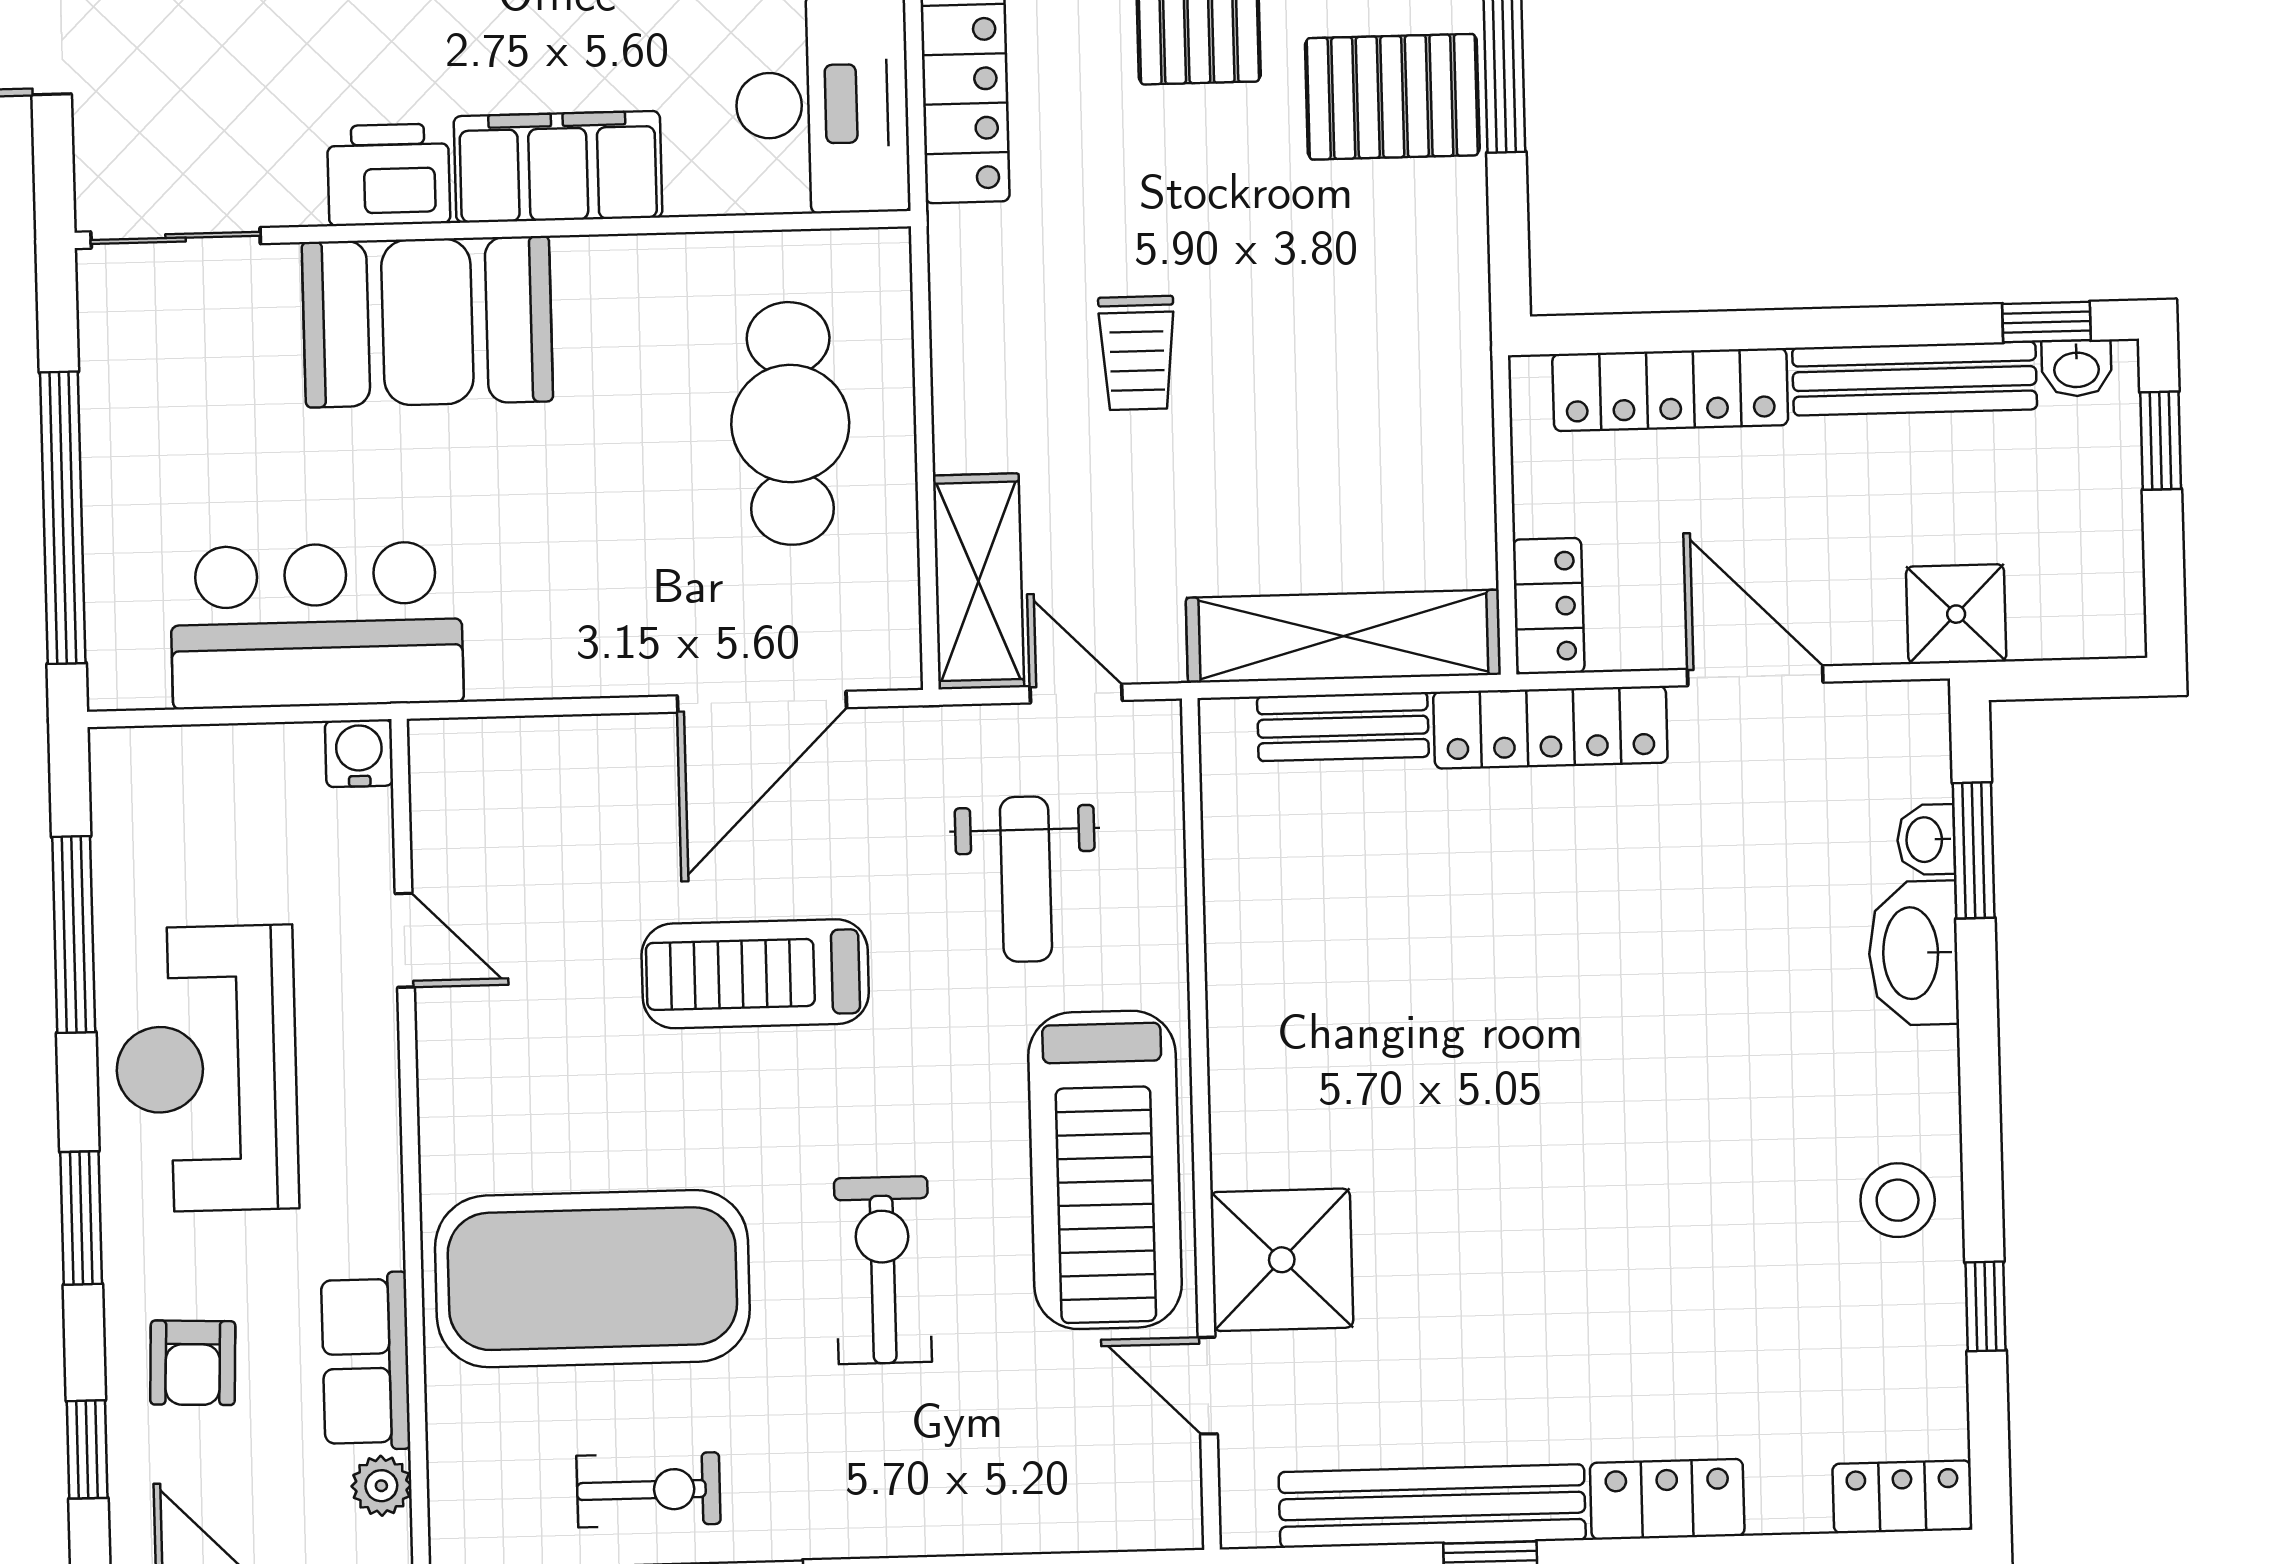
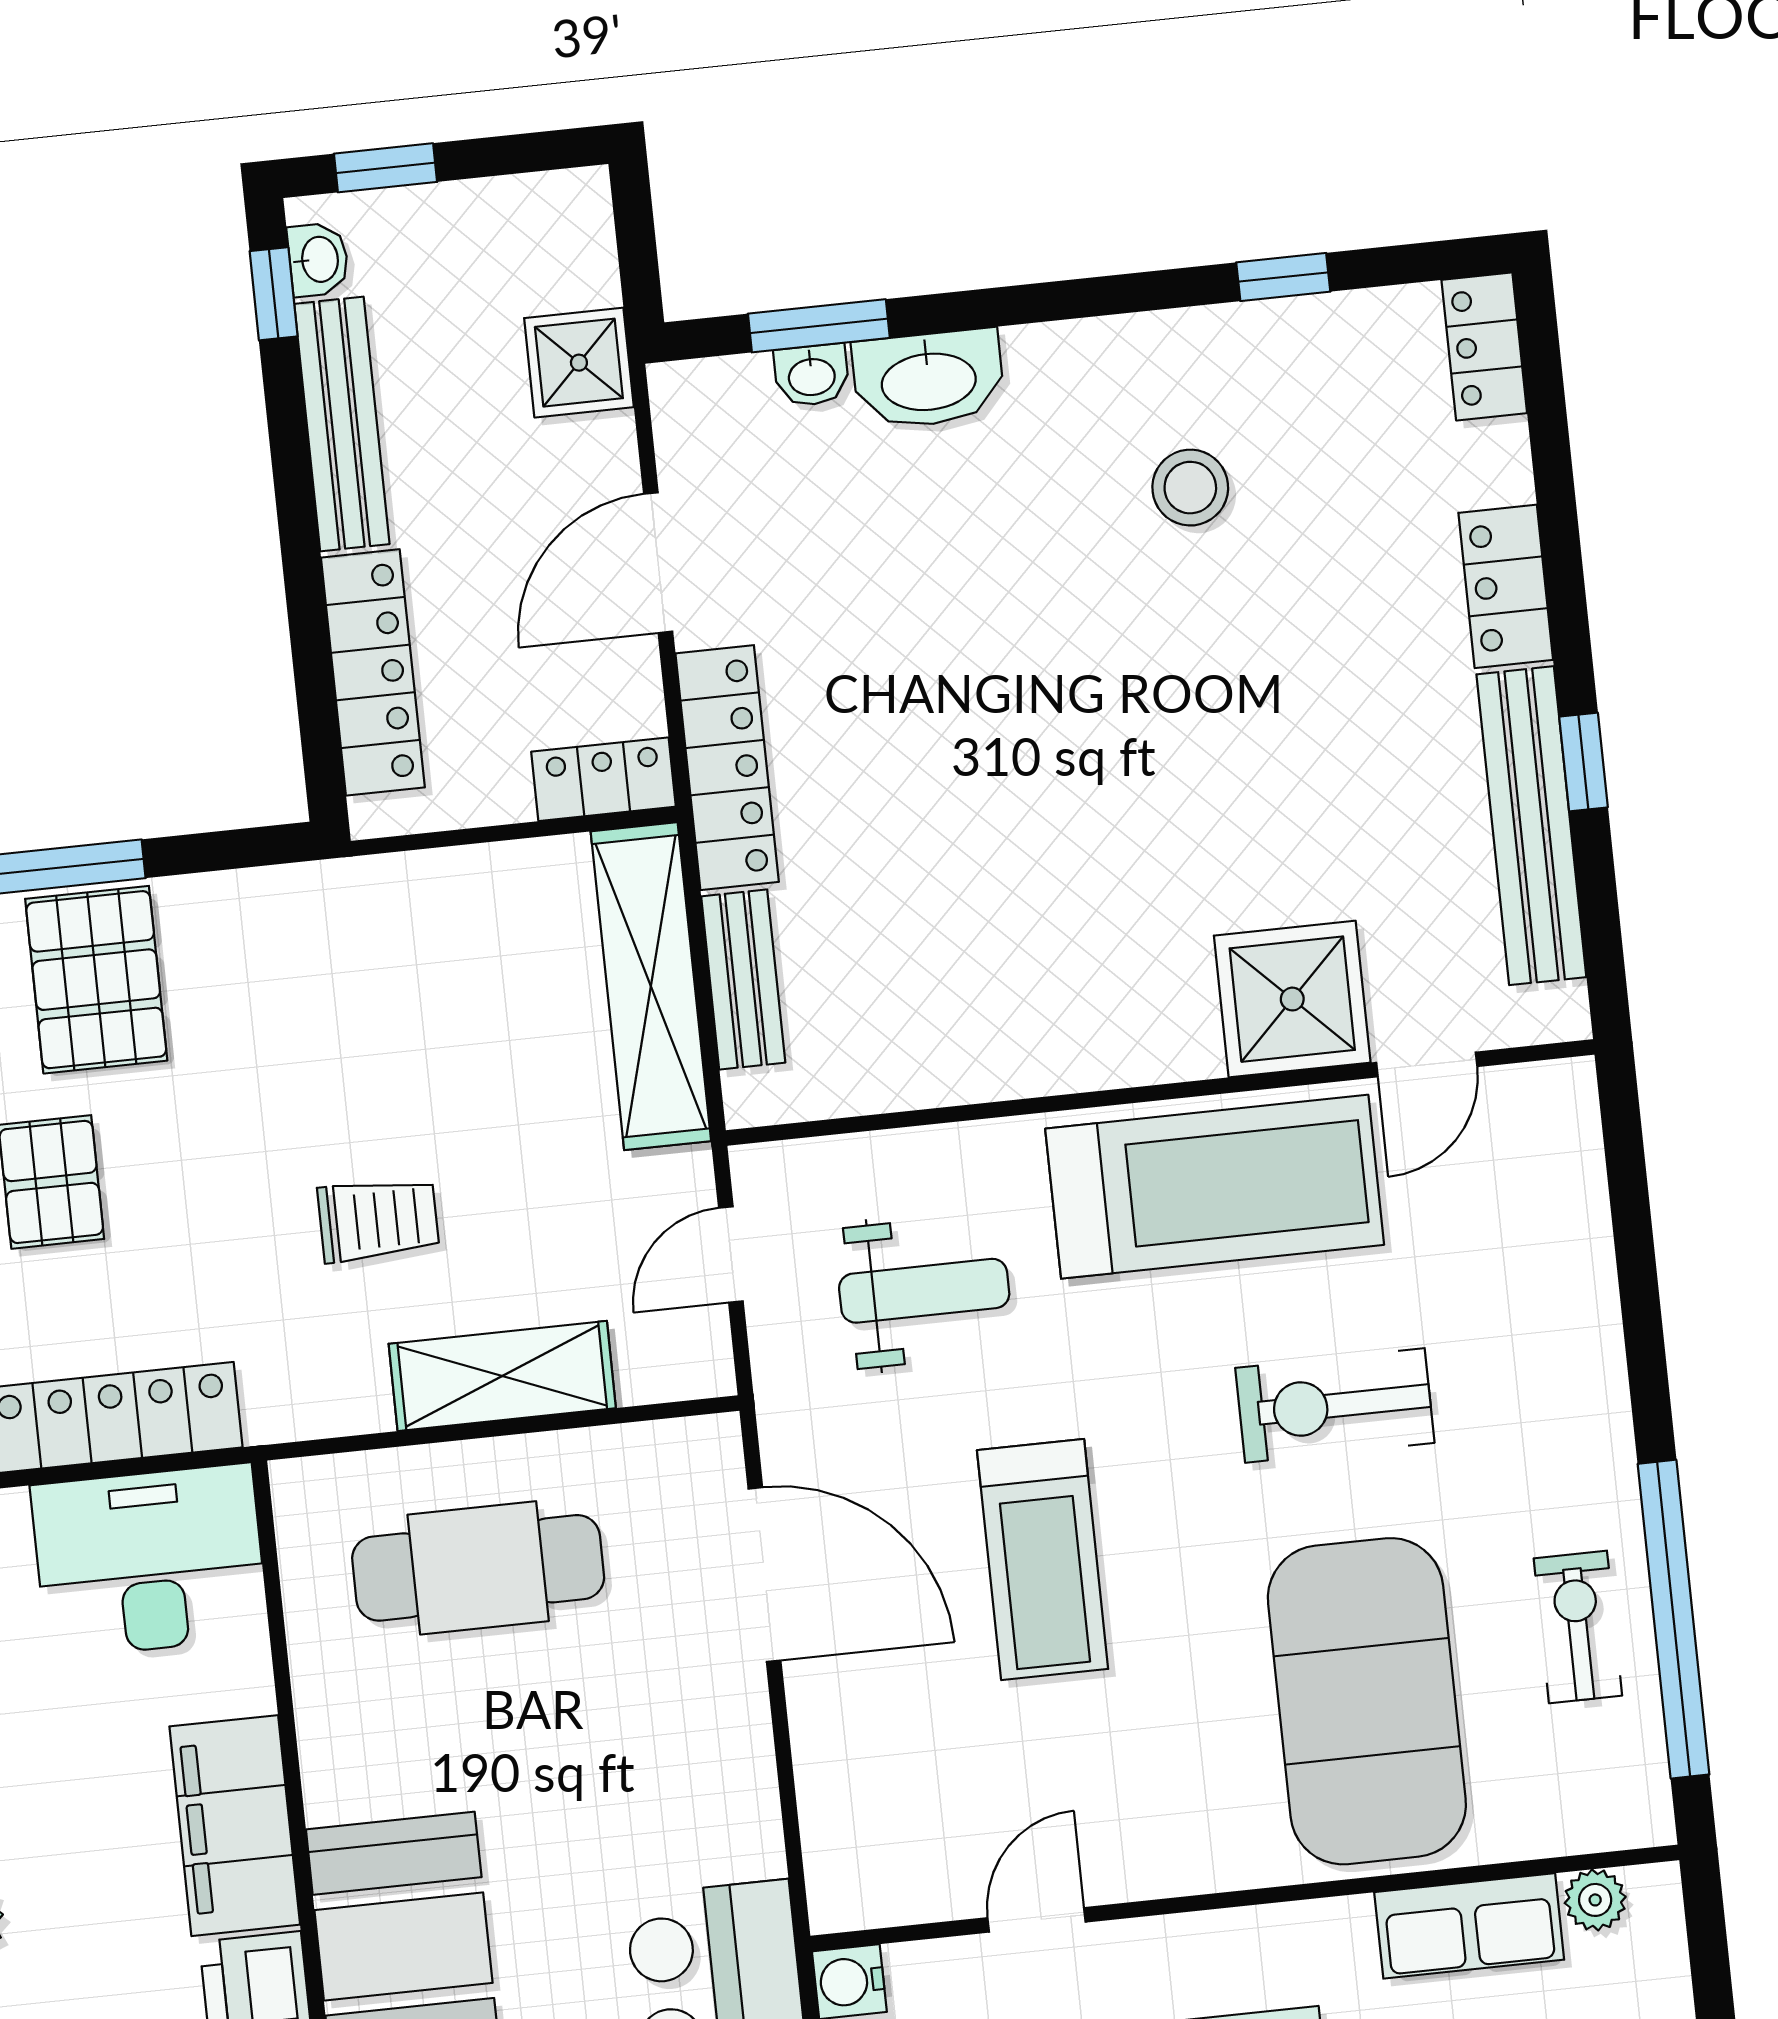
shelving: (978, 581) -> (502, 1376), moved
stool: (1898, 1200) -> (1190, 488), moved

